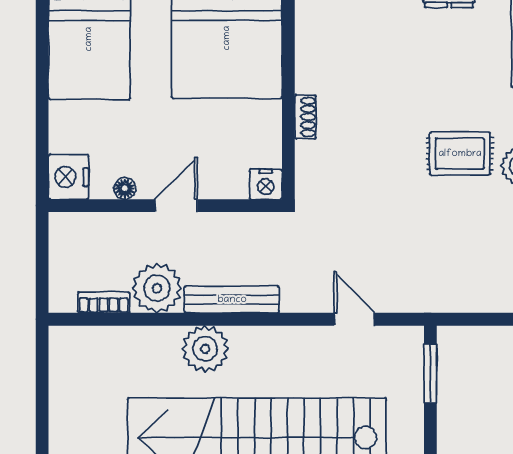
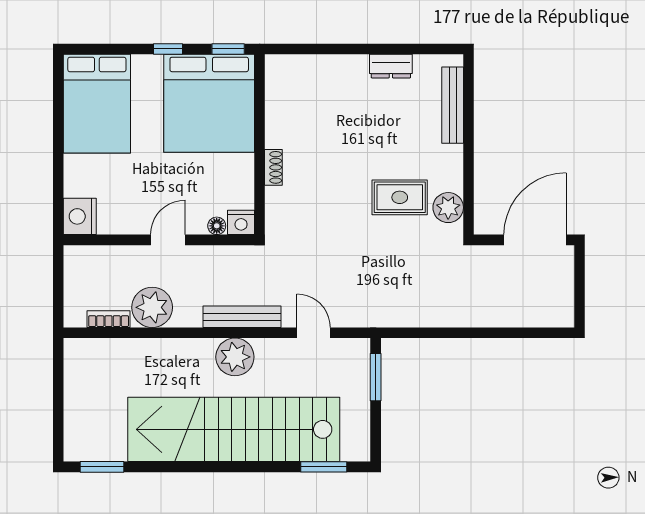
floor lamp: (125, 188) -> (217, 226), moved
bench: (232, 300) -> (242, 317), moved
plant: (205, 349) -> (235, 357), moved

